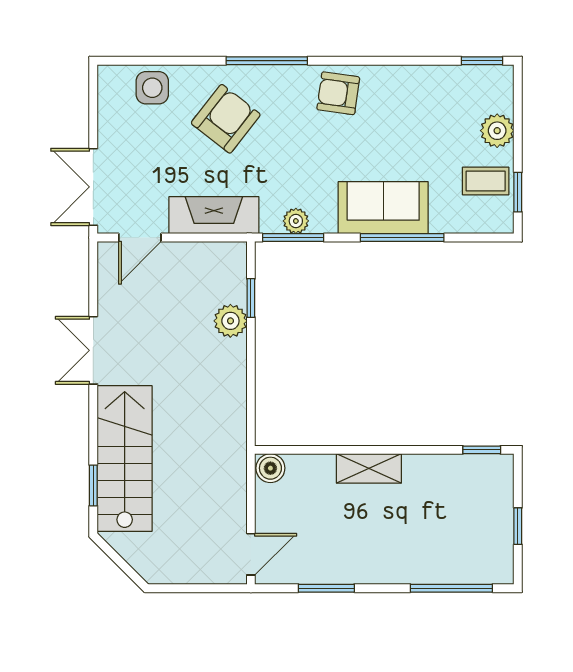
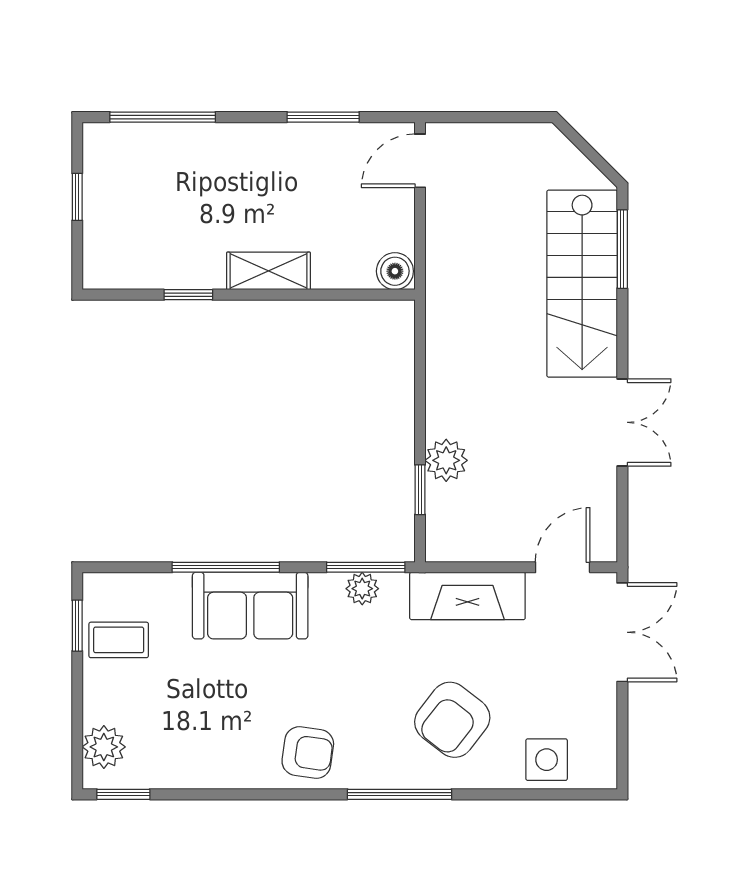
plant: (497, 131) -> (104, 747), moved
window: (482, 450) -> (188, 295), moved
window: (93, 485) -> (622, 249), width x1.50

